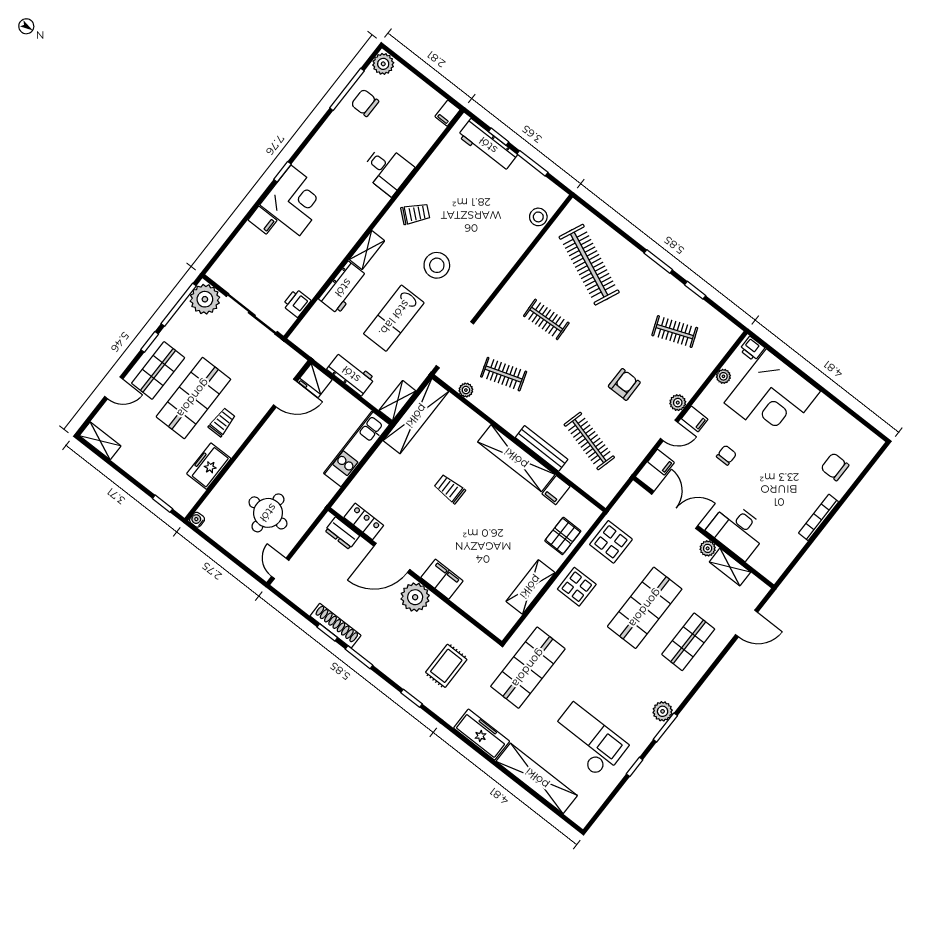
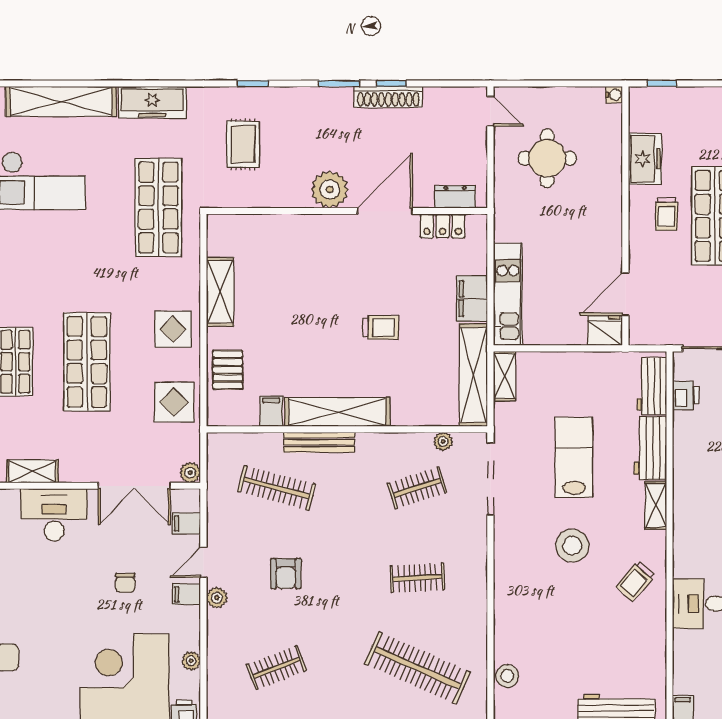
workbench: (351, 374) -> (652, 386), moved, turned 90
plant: (708, 548) -> (190, 473), moved
filing cabinet: (442, 579) -> (472, 299), moved, turned 90

